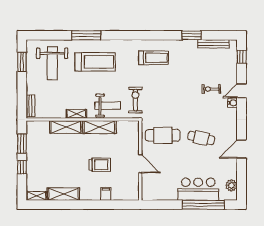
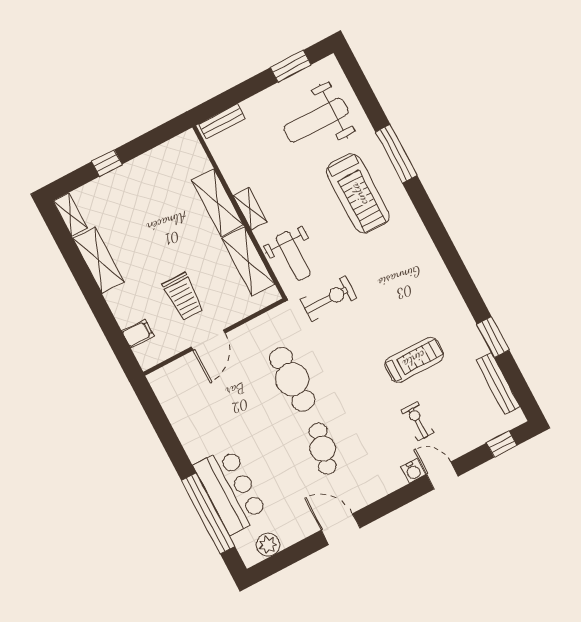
treadmill: (154, 58) -> (414, 360), moved, turned -90
window: (22, 143) -> (148, 141), removed
wall: (140, 160) -> (214, 337), moved
door: (140, 164) -> (208, 340), moved

